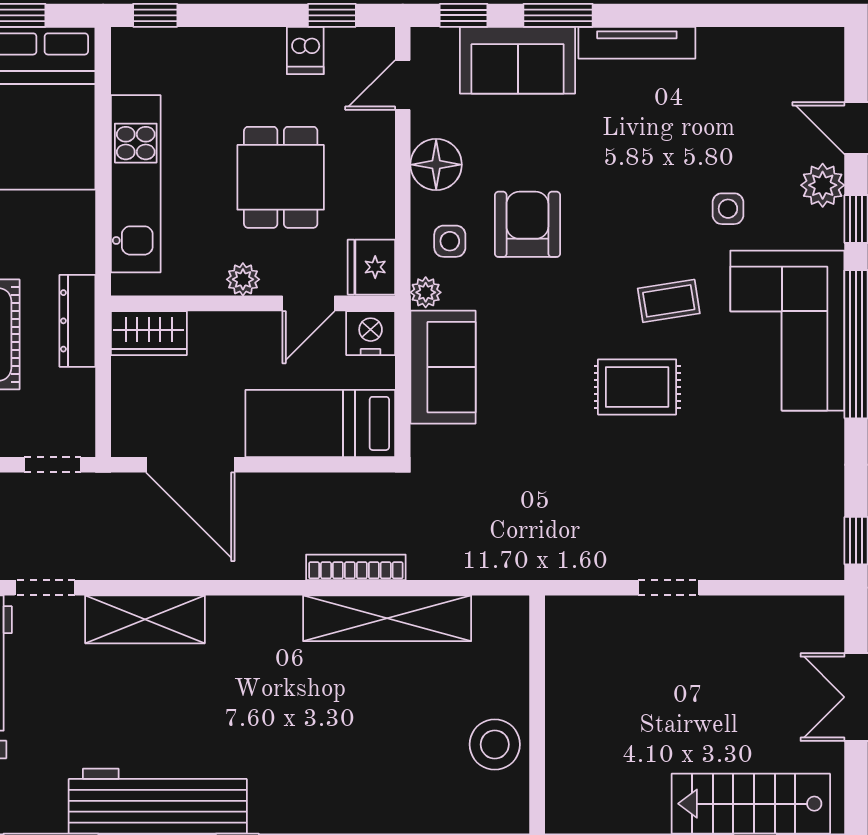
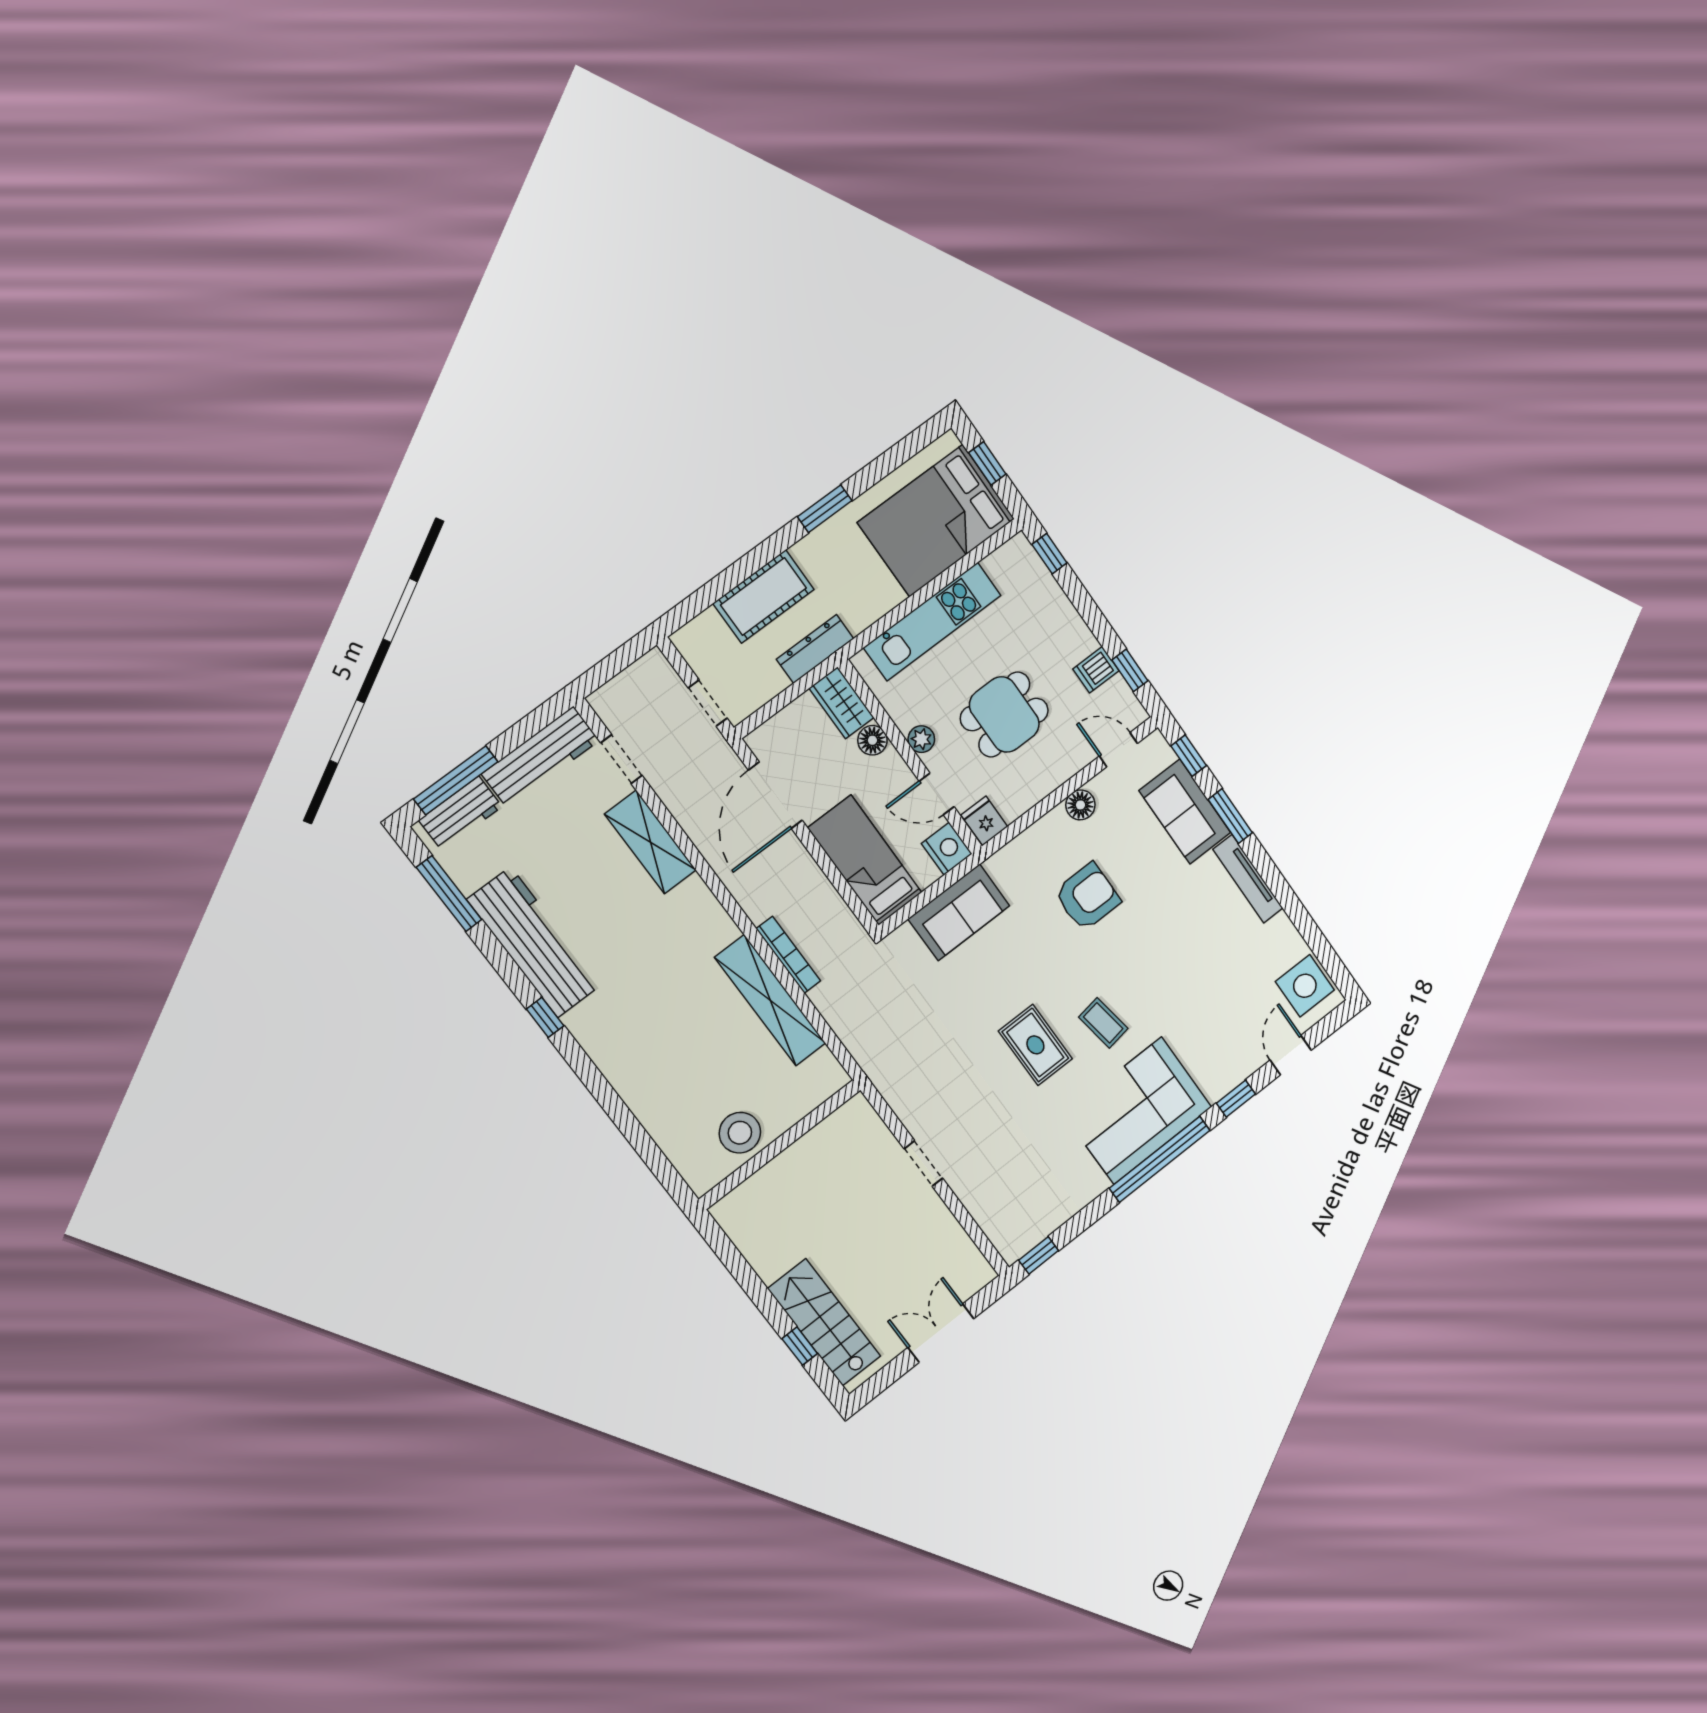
floor lamp: (436, 165) -> (1080, 805), width x0.73, depth x0.73
plant: (823, 185) -> (1242, 1062), removed
side table: (728, 209) -> (1305, 986), moved, width x1.87, depth x1.87
side table: (450, 241) -> (1042, 855), removed
fridge: (371, 267) -> (984, 821), width x0.72
plant: (426, 292) -> (998, 865), removed
floor lamp: (208, 329) -> (872, 740), added

